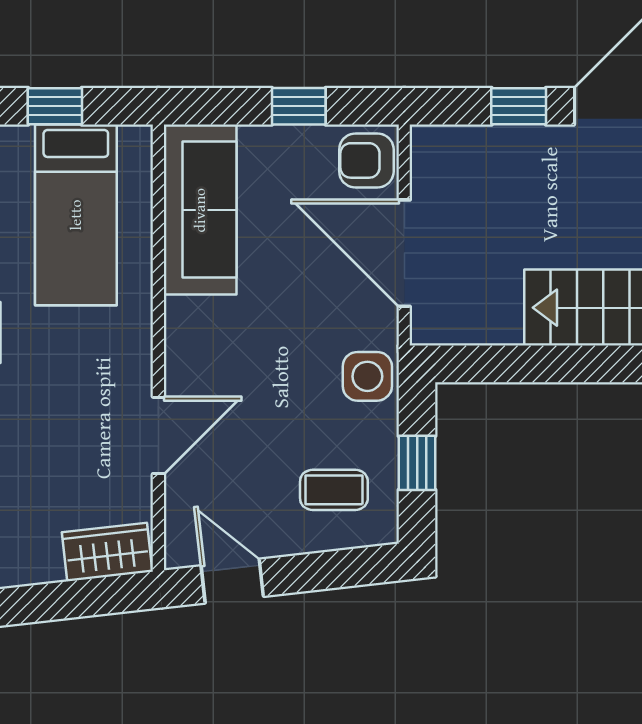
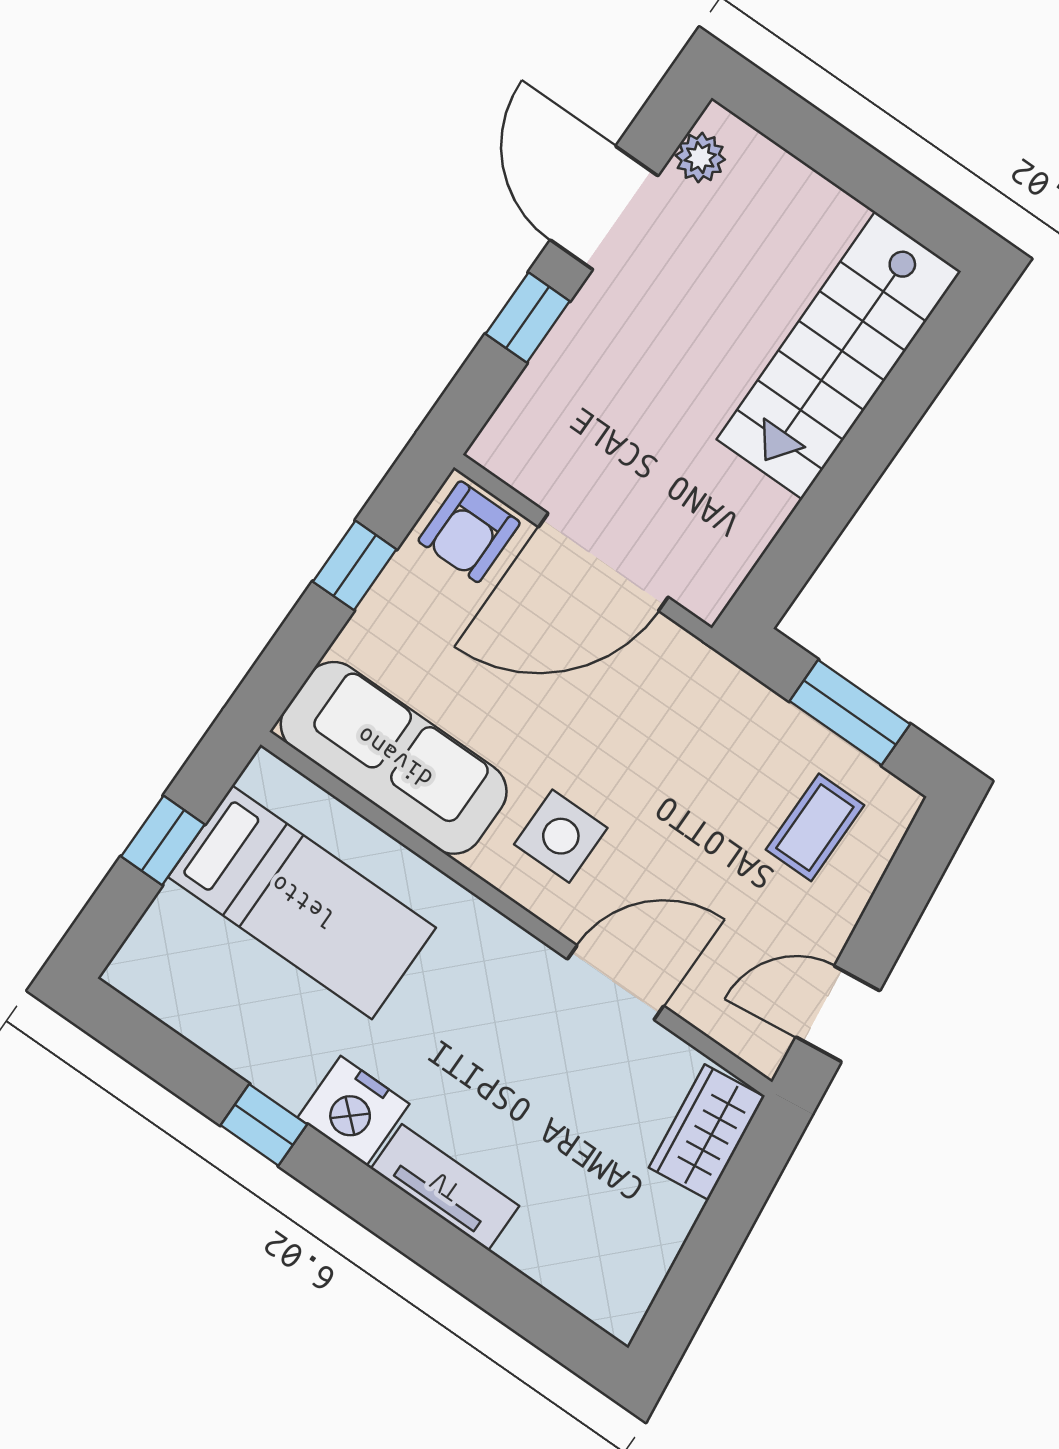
side table: (367, 376) -> (561, 836), moved
door: (158, 435) -> (616, 983), hinge flipped
window: (417, 463) -> (850, 713), width x1.50

